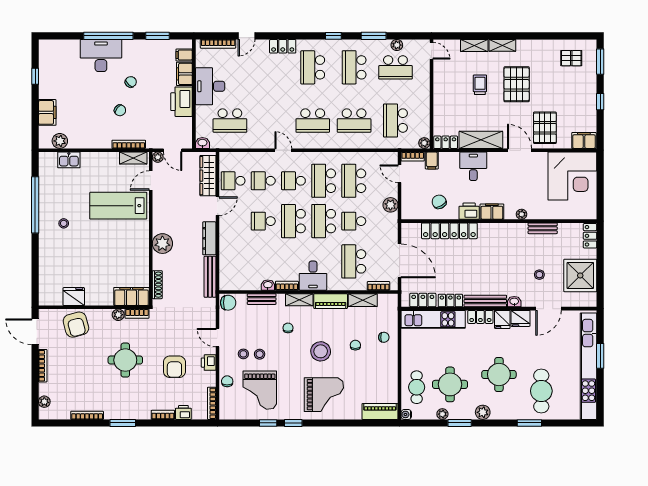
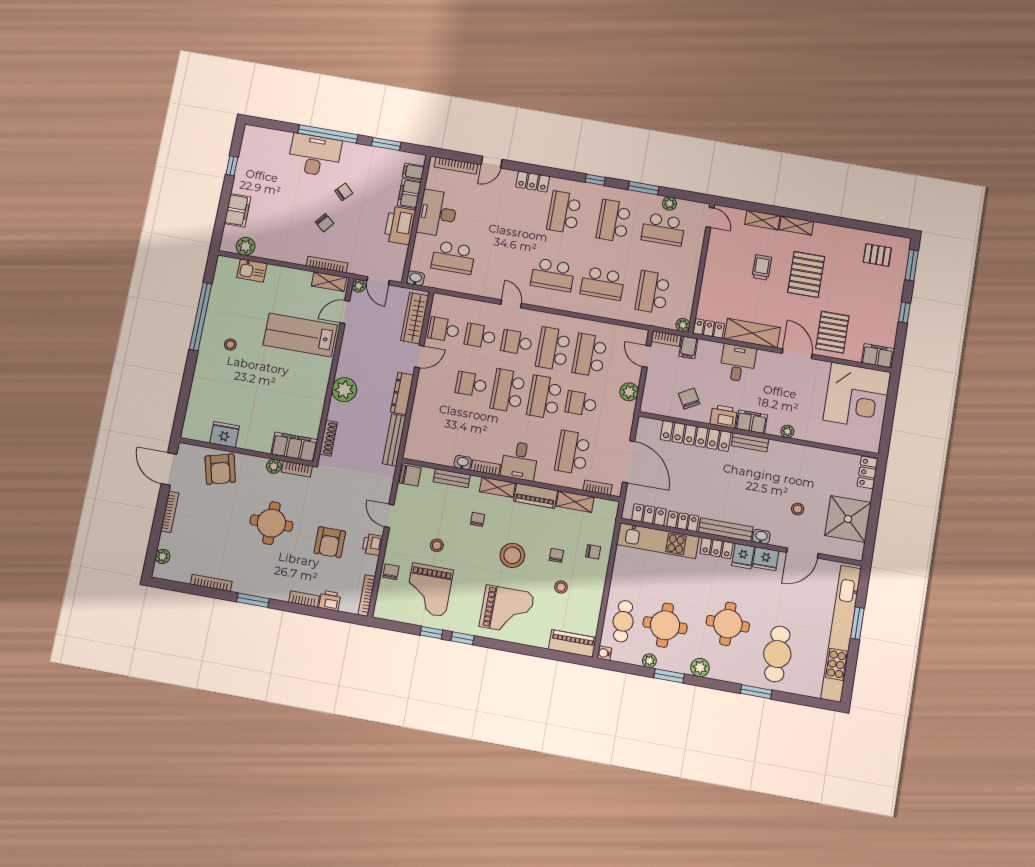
bench: (543, 228) -> (750, 442), moved
stool: (243, 354) -> (561, 587), moved

